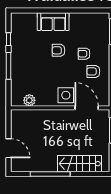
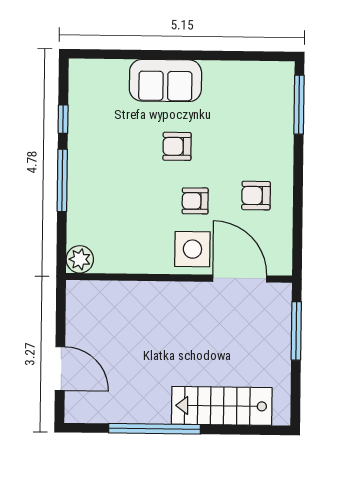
armchair: (84, 54) -> (195, 201), moved
plant: (29, 100) -> (80, 259), moved

